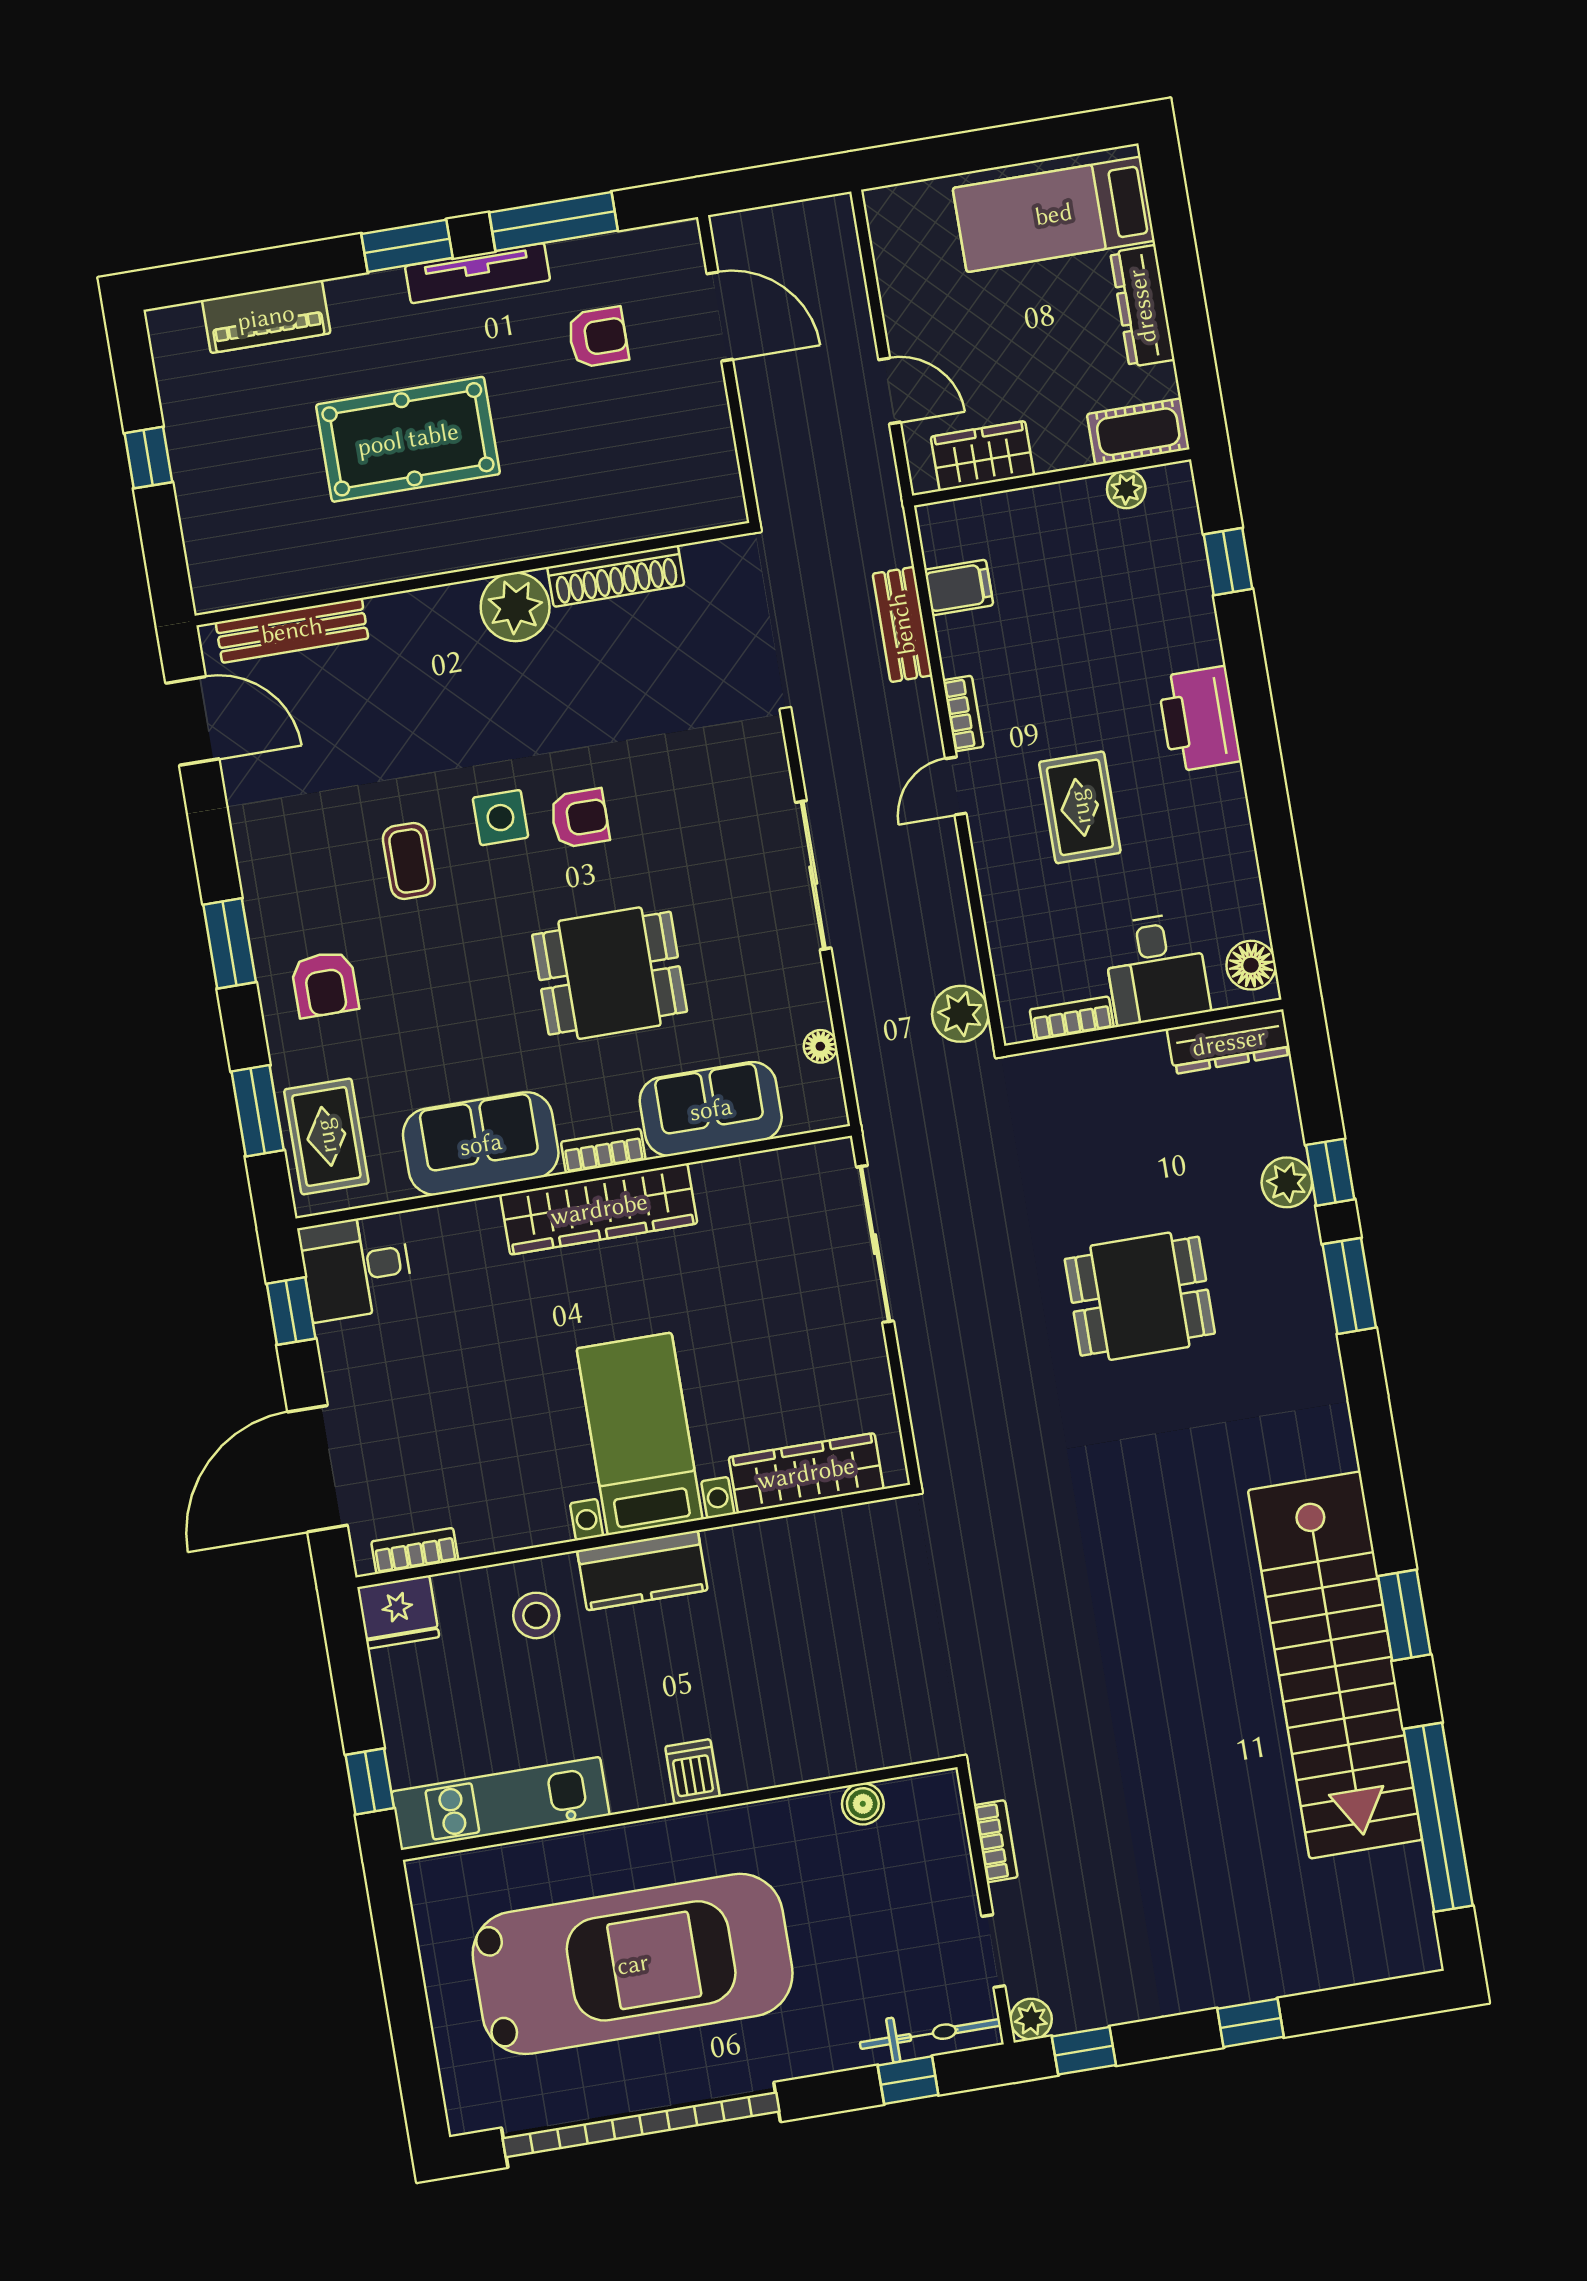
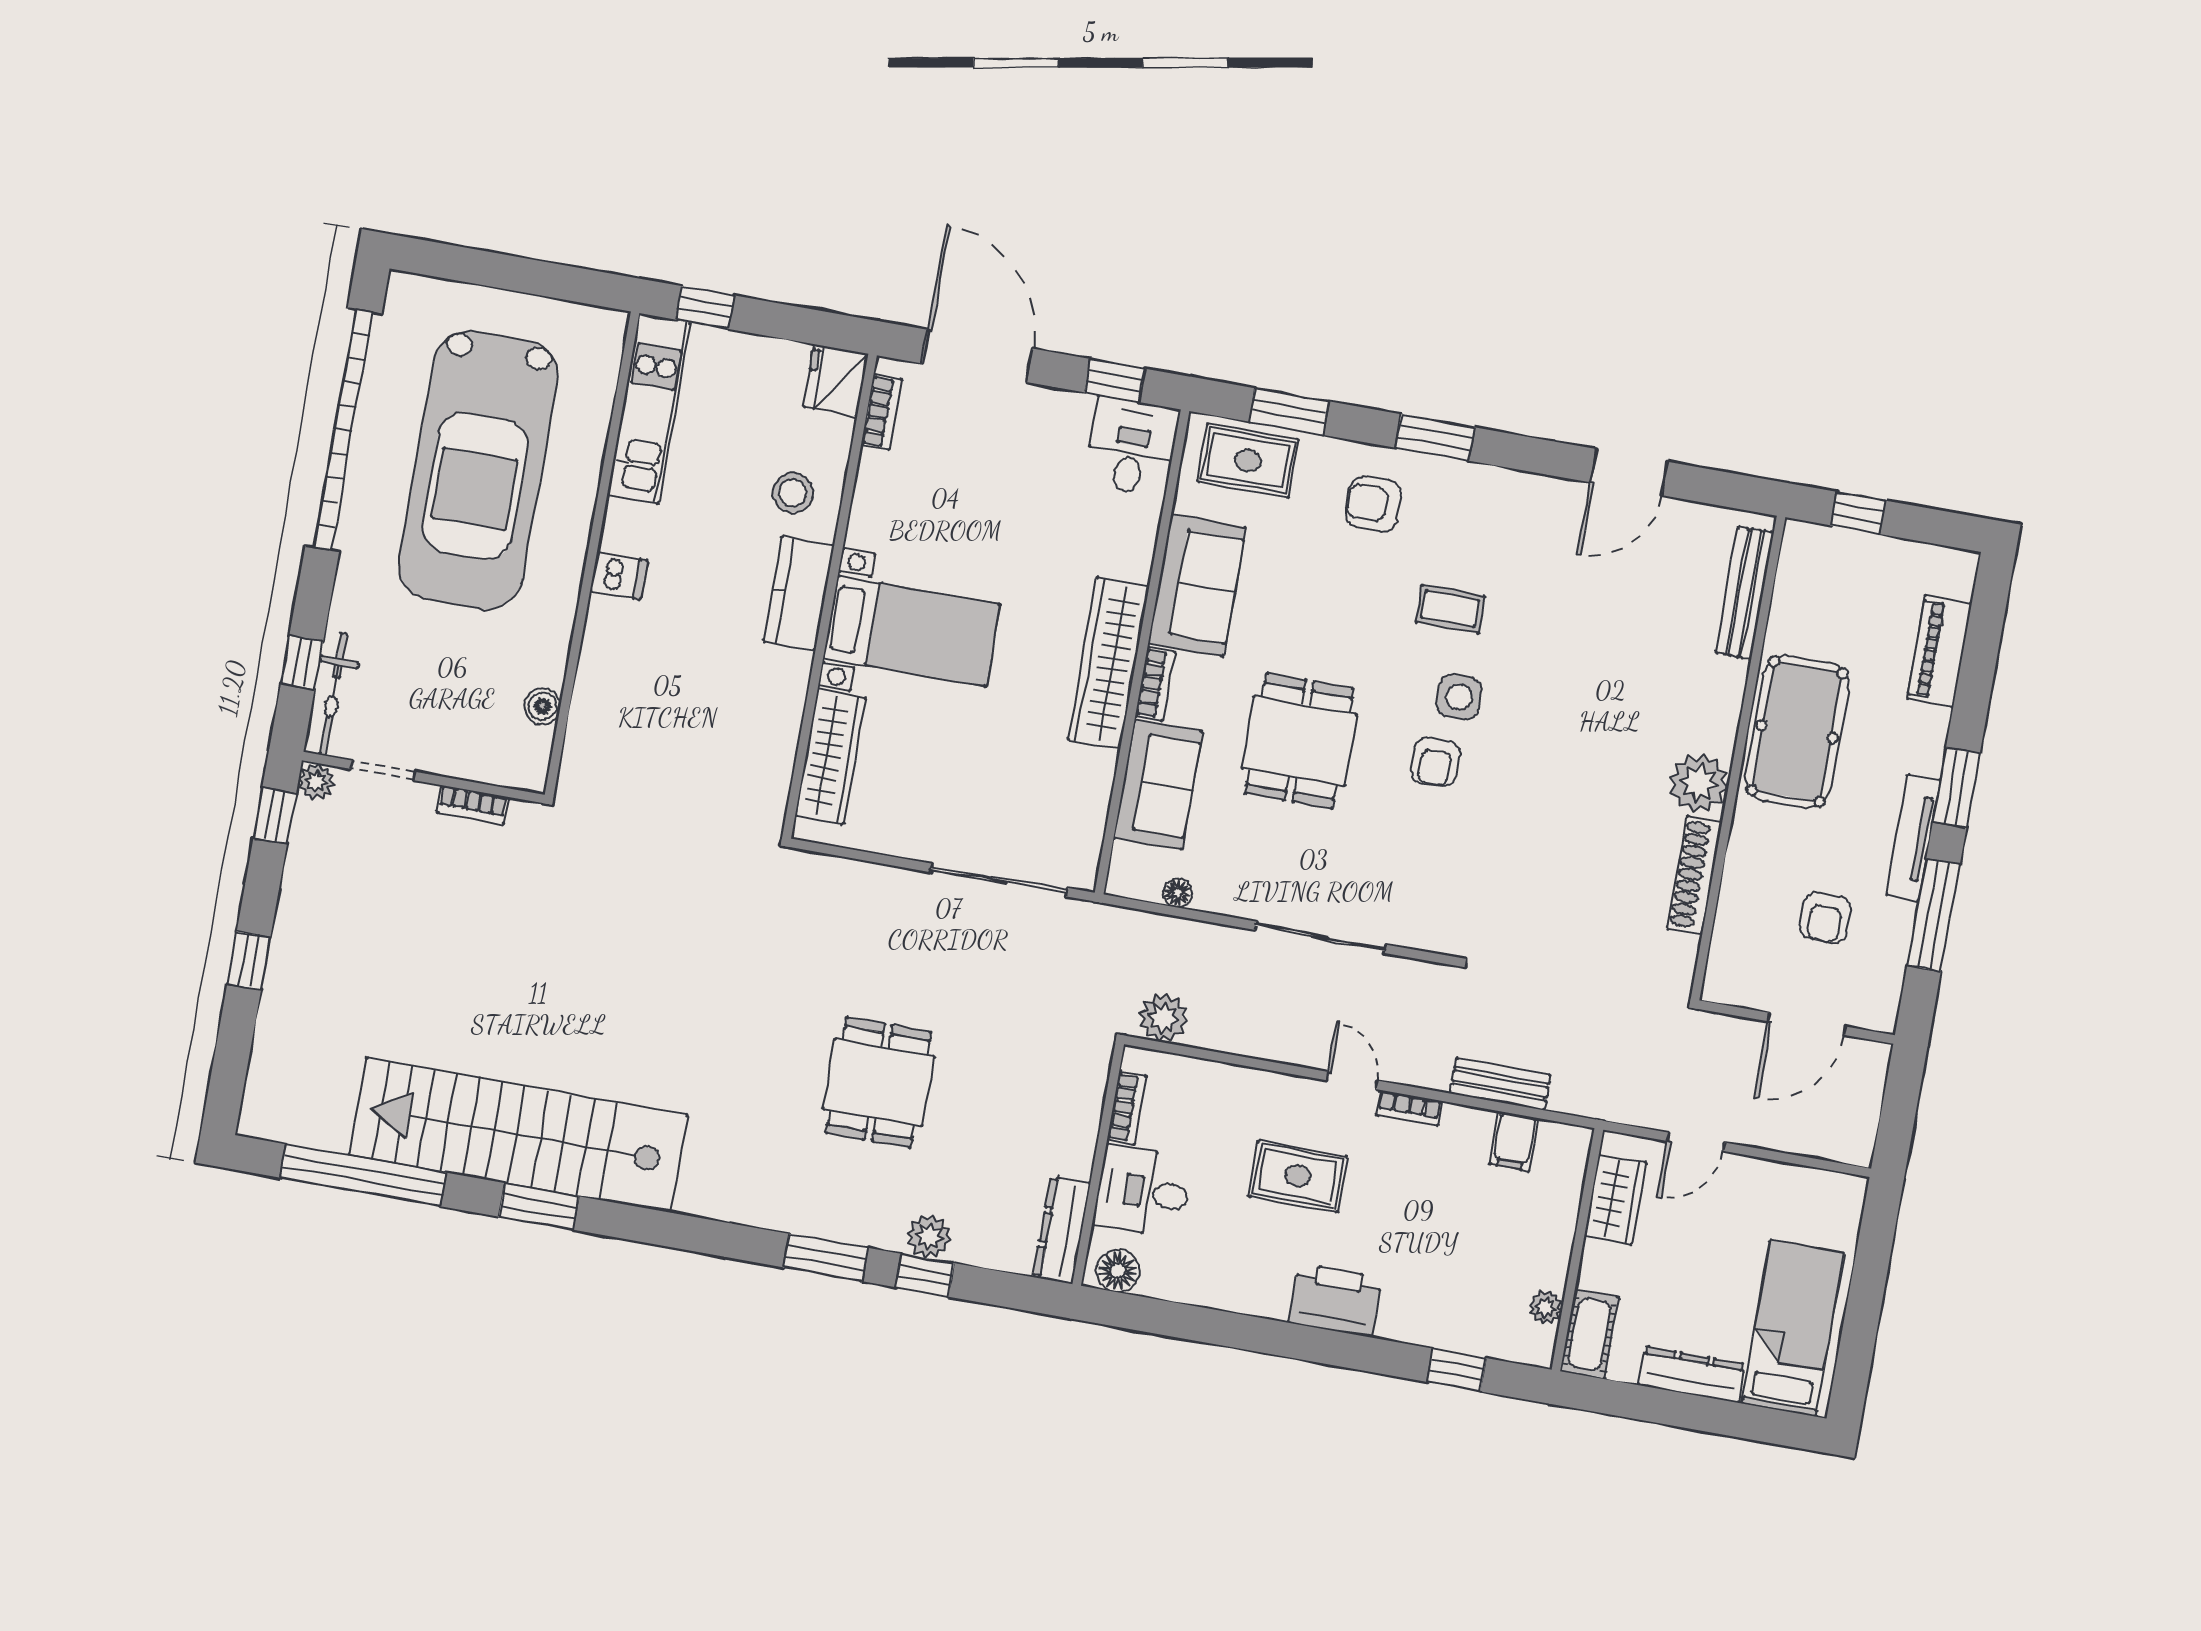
wall: (473, 574) -> (1738, 758), moved
shoe rack: (616, 576) -> (1695, 875), moved
plant: (515, 607) -> (1699, 783), moved
bench: (292, 630) -> (1745, 593), moved

